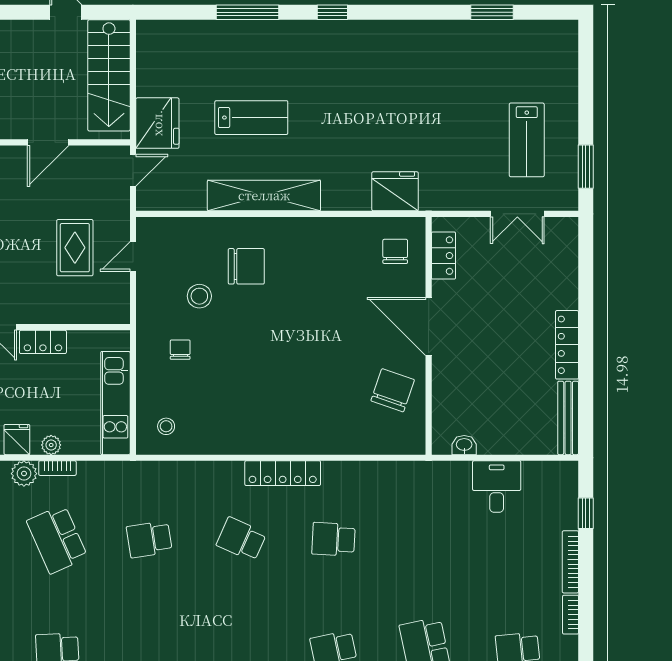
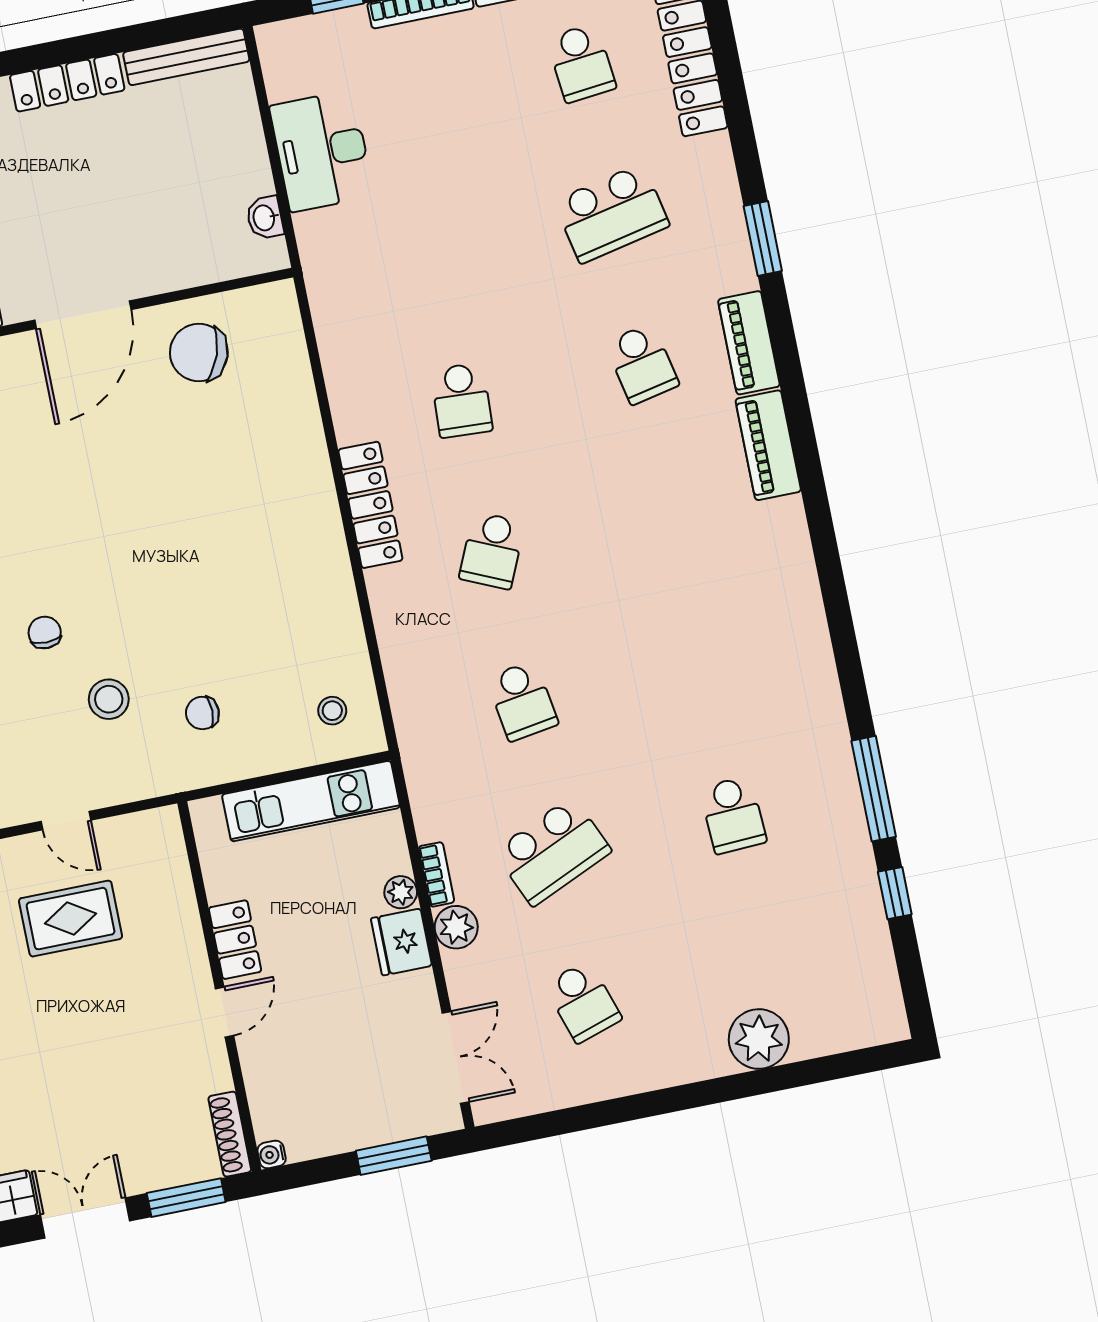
chair: (246, 266) -> (45, 632), width x0.54, depth x0.54
fridge: (17, 440) -> (401, 942), width x1.38
desk: (497, 486) -> (322, 151), width x1.37

